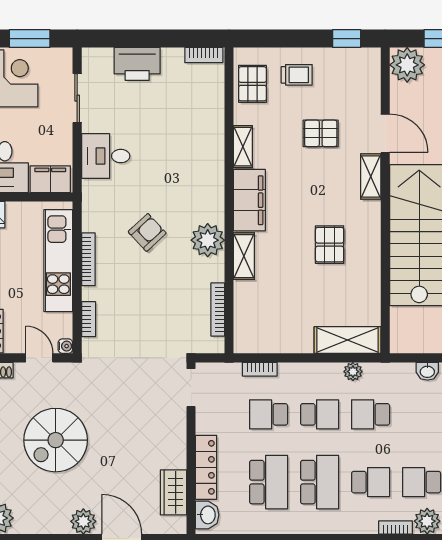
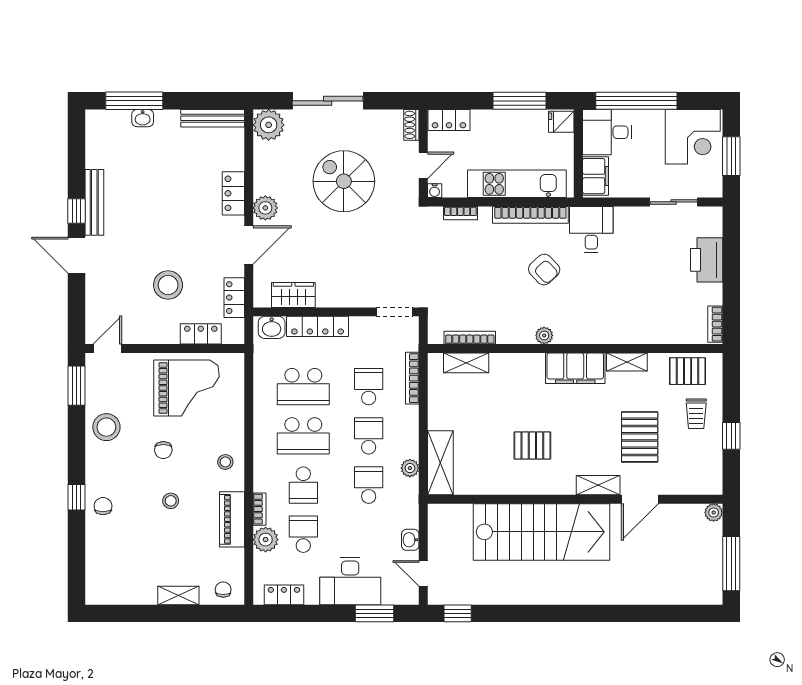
window: (347, 39) -> (731, 436), moved
plant: (407, 65) -> (714, 512), width x0.53, depth x0.53
pallet: (321, 133) -> (640, 437), width x1.50, depth x1.42
desk: (106, 156) -> (591, 230), moved
plant: (208, 240) -> (544, 335), width x0.53, depth x0.53
shelving: (244, 256) -> (466, 363), moved
bookcase: (88, 259) -> (530, 215), width x1.48, depth x1.31
bookcase: (260, 369) -> (412, 378), width x1.56
school desk: (320, 414) -> (369, 436), turned 180

